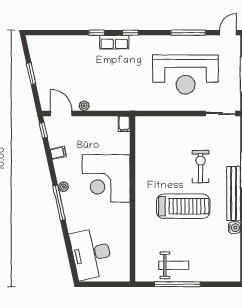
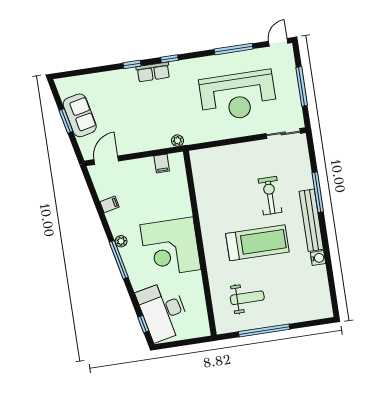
sofa: (44, 71) -> (80, 115), added
plant: (84, 106) -> (177, 141), moved
door: (61, 114) -> (106, 160), hinge flipped
filing cabinet: (124, 124) -> (162, 164), moved
window: (43, 130) -> (143, 324), moved
corner desk: (106, 178) -> (170, 247), moved
weight bench: (174, 265) -> (247, 298), moved

